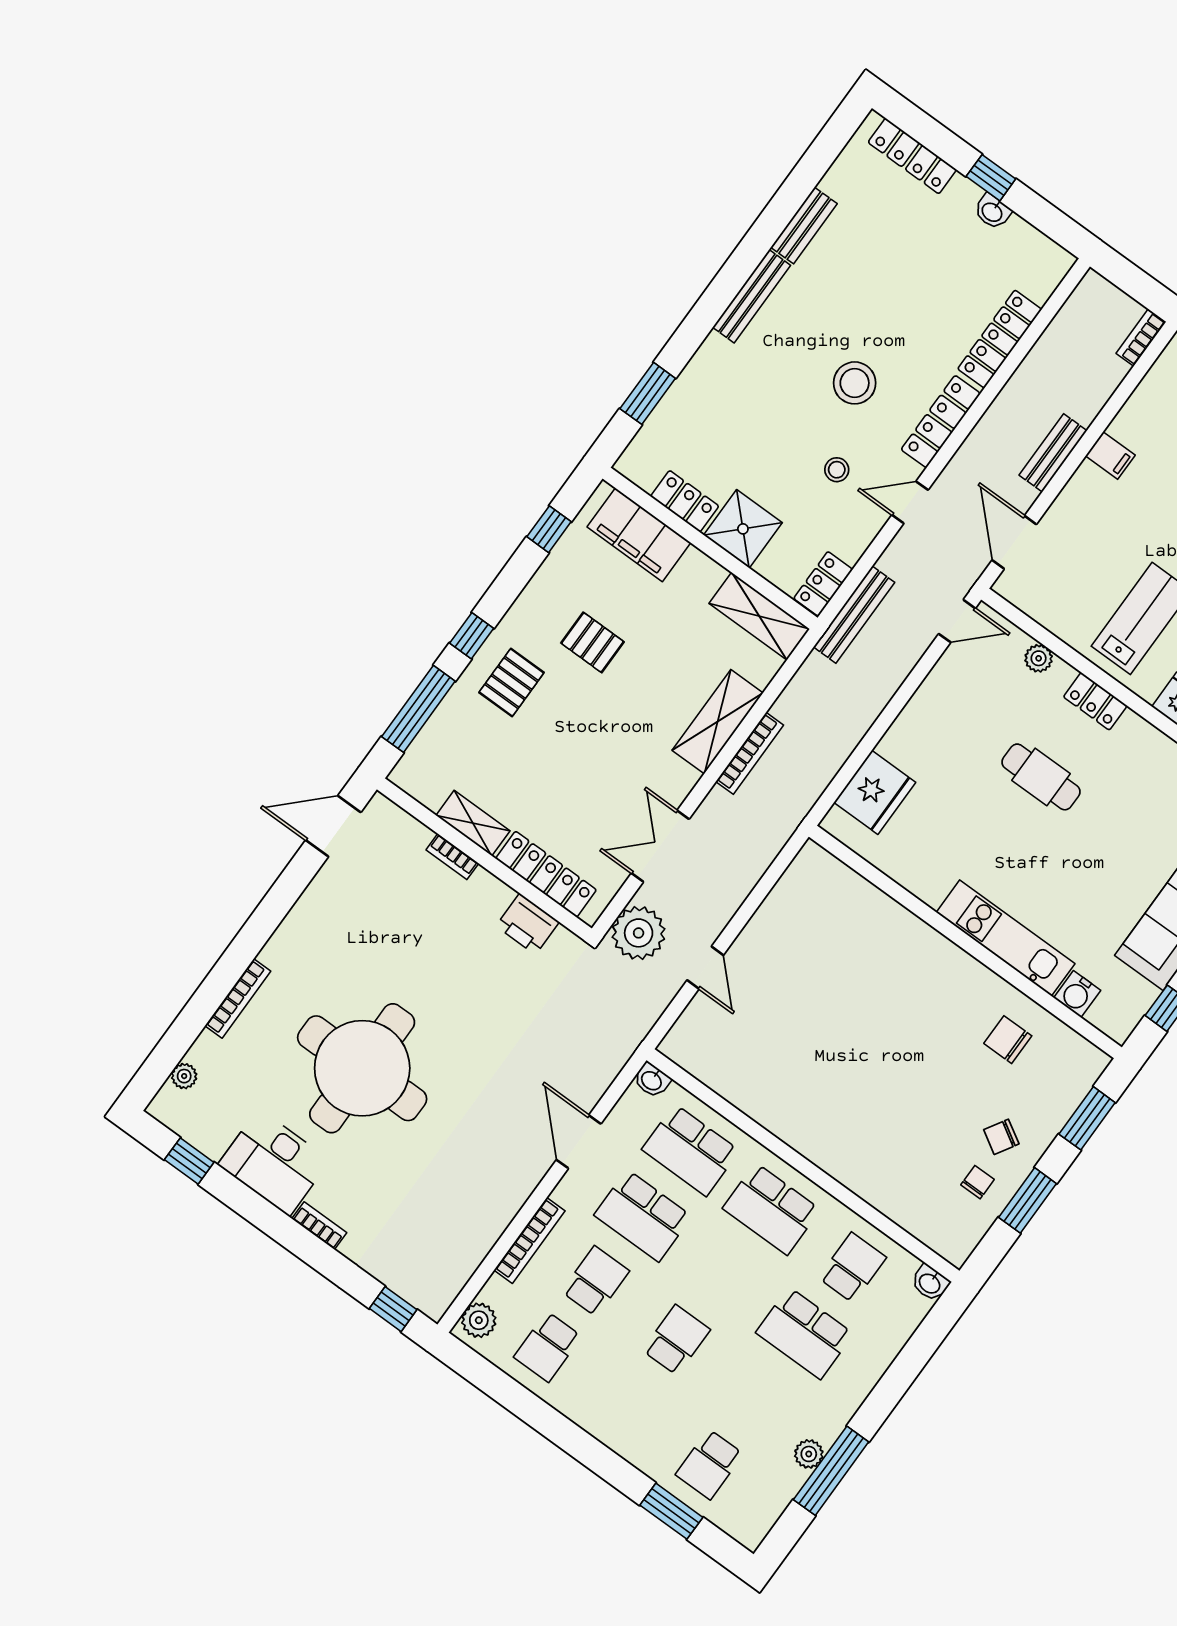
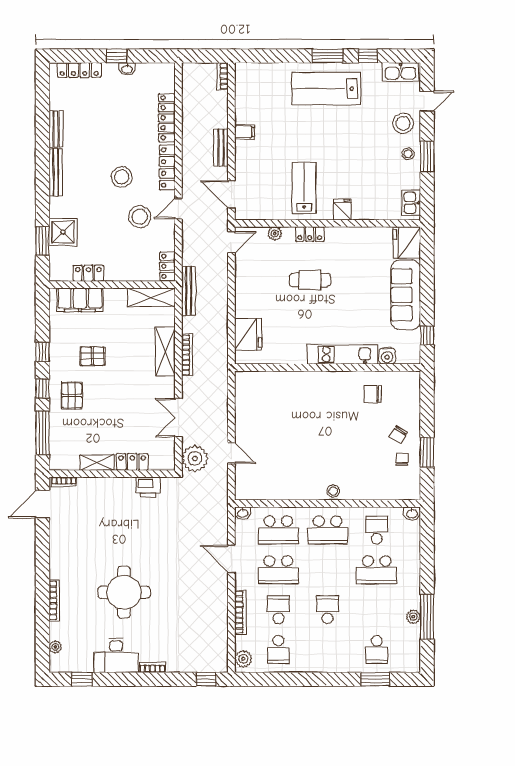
stool: (837, 470) -> (140, 217), width x1.89, depth x1.89
window: (549, 529) -> (42, 352), moved
shower: (743, 529) -> (63, 232), moved
bench: (854, 615) -> (189, 291), moved
bookcase: (452, 857) -> (64, 482), moved
locker: (546, 874) -> (132, 462), width x0.66
round table: (362, 1068) -> (124, 592), width x0.73, depth x0.73
window: (1087, 1118) -> (427, 403), removed
stool: (827, 1152) -> (333, 491), added

